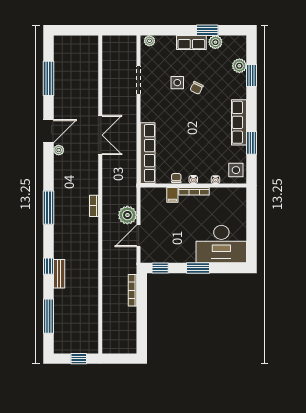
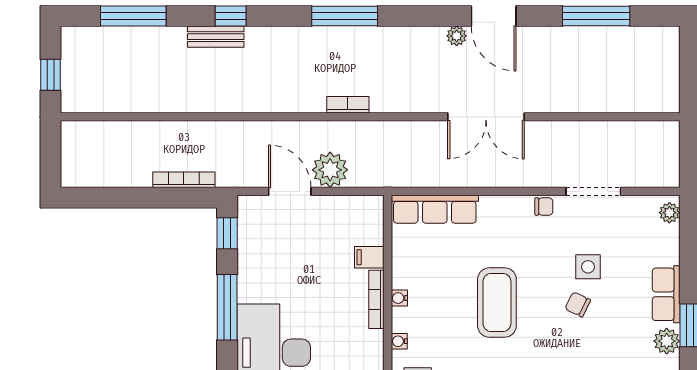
coffee table: (196, 129) -> (497, 302), added
row of seats: (148, 153) -> (435, 209), width x0.73
chair: (176, 178) -> (544, 207), moved
window: (198, 268) -> (227, 307), width x1.44

